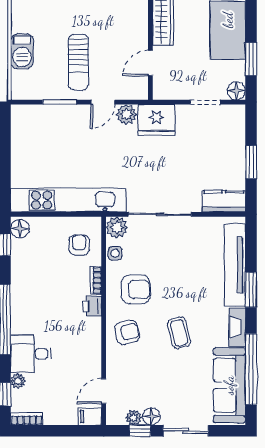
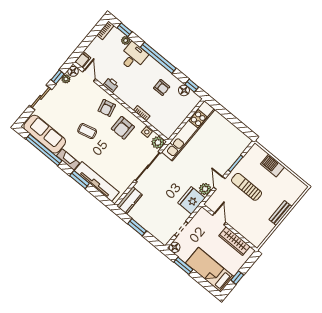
floor lamp: (20, 229) -> (184, 90), moved
armchair: (79, 245) -> (162, 88), moved
printer: (92, 306) -> (111, 85), moved
floor lamp: (151, 416) -> (73, 71), moved

